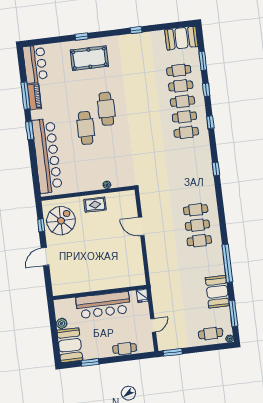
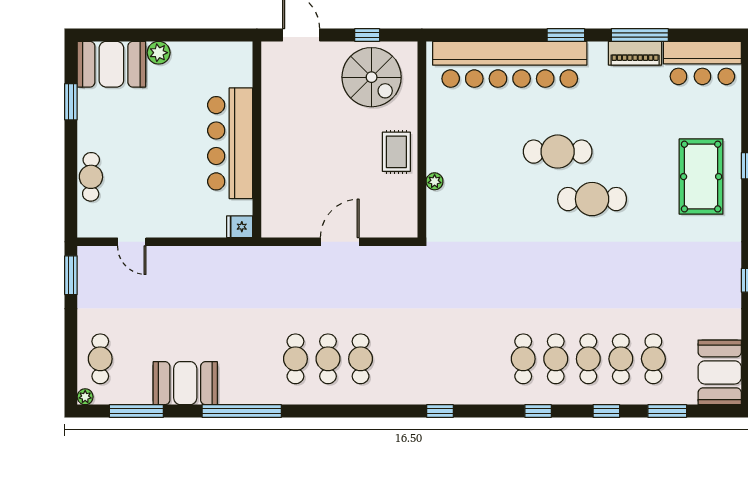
wall: (100, 293) -> (257, 139), moved
fridge: (142, 296) -> (240, 227), moved
bar counter: (103, 305) -> (230, 143), moved

